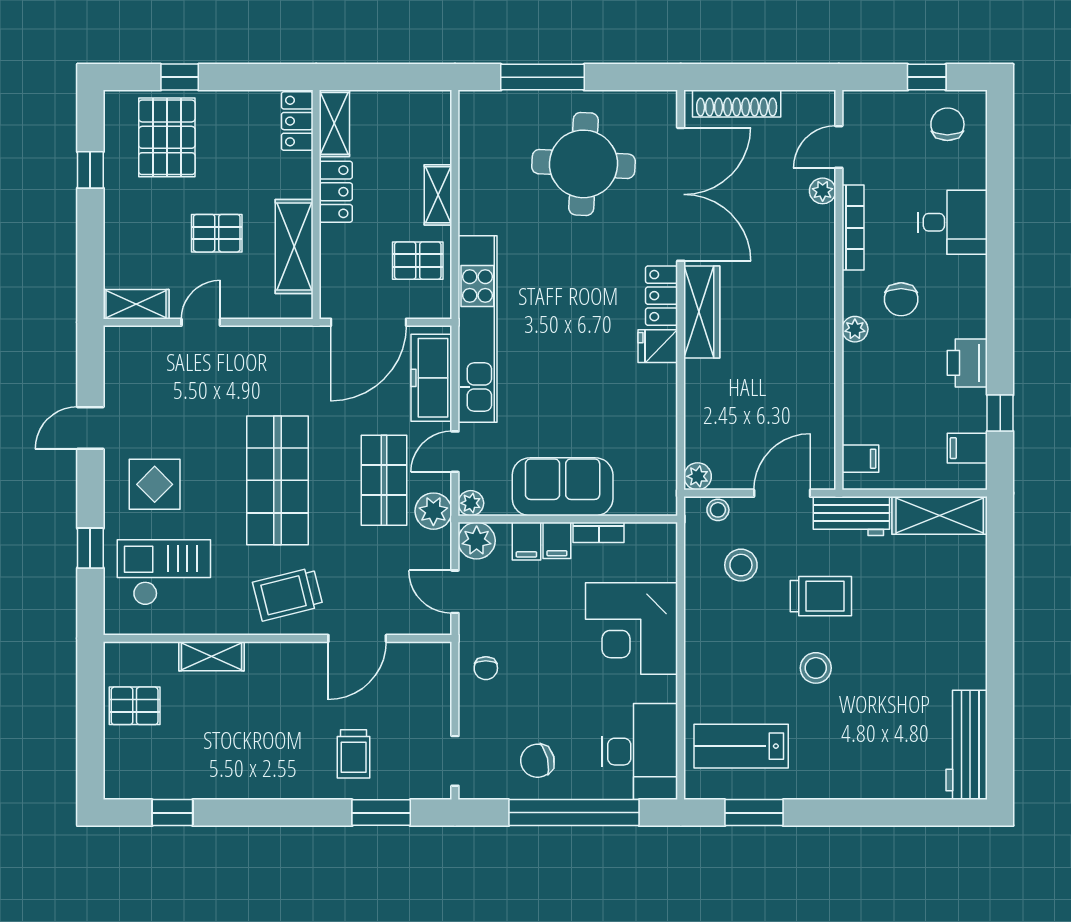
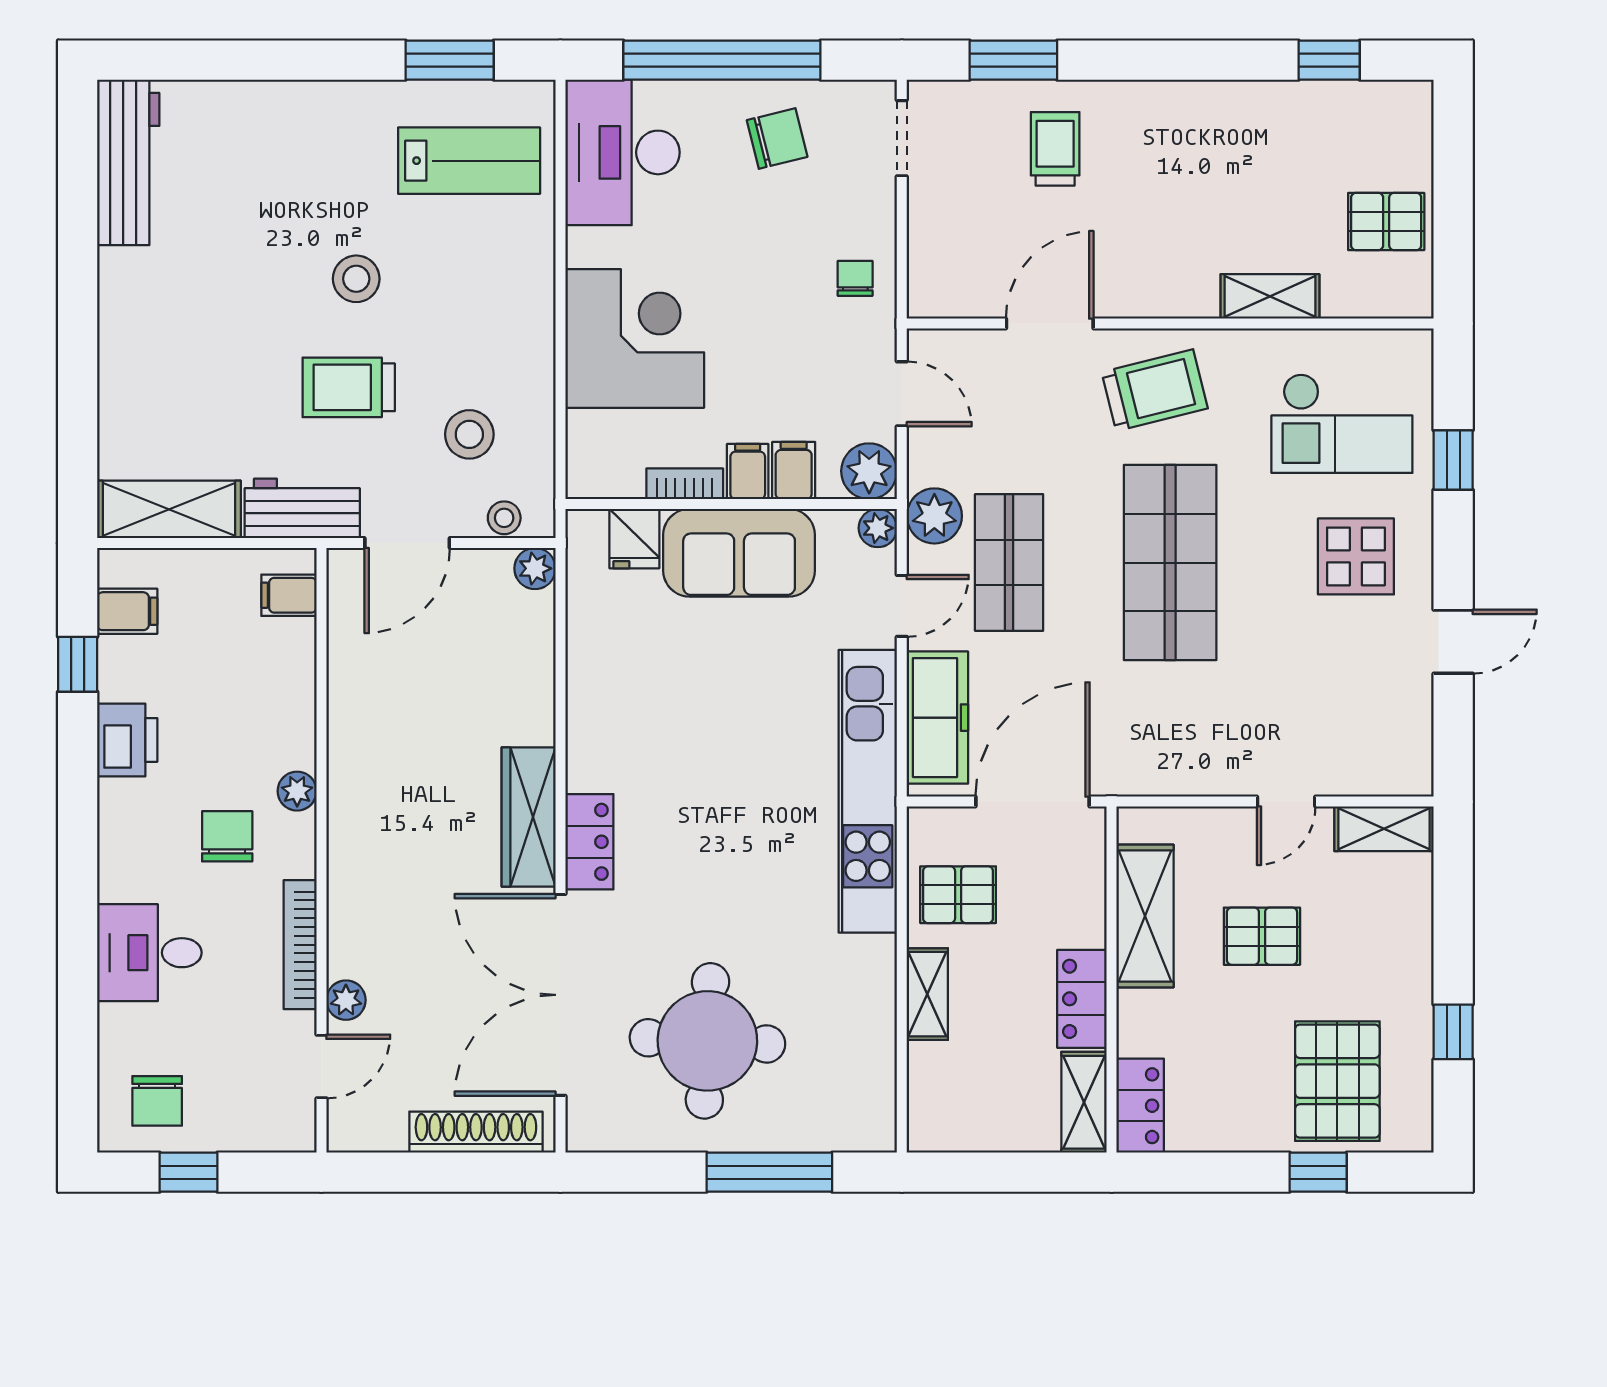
fridge: (658, 346) -> (634, 539), moved, turned 90

